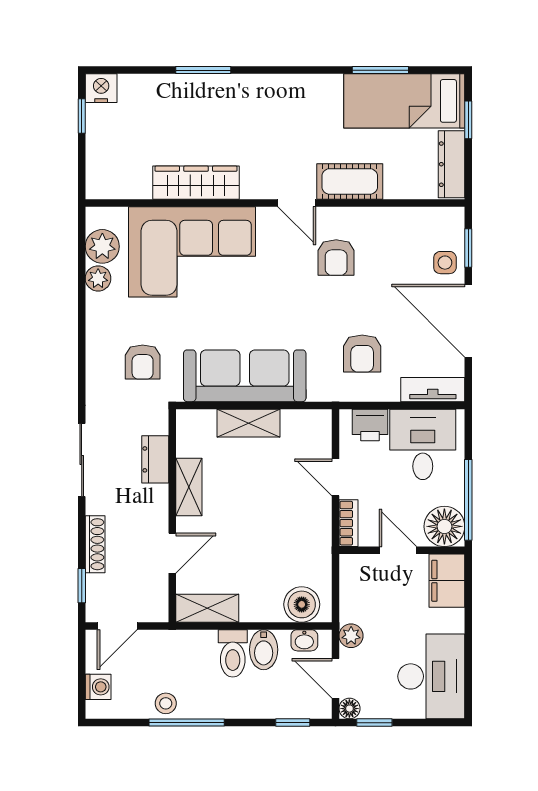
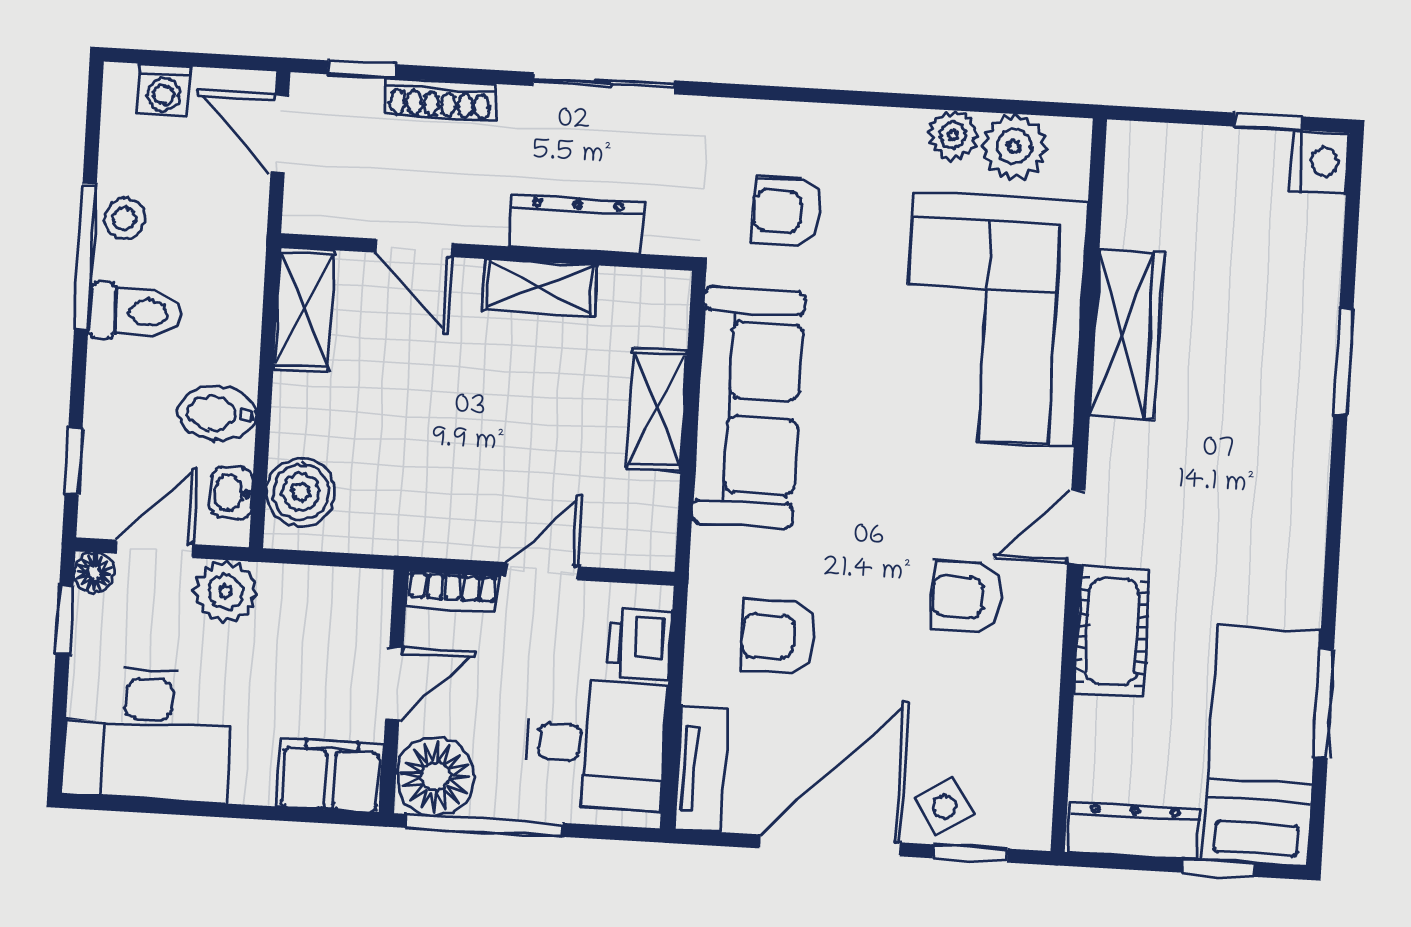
side table: (445, 263) -> (945, 807), turned -32
dresser: (155, 459) -> (577, 224), width x1.44
plant: (351, 636) -> (226, 592), width x1.38, depth x1.38
toilet: (233, 653) -> (135, 312), moved, turned 180

